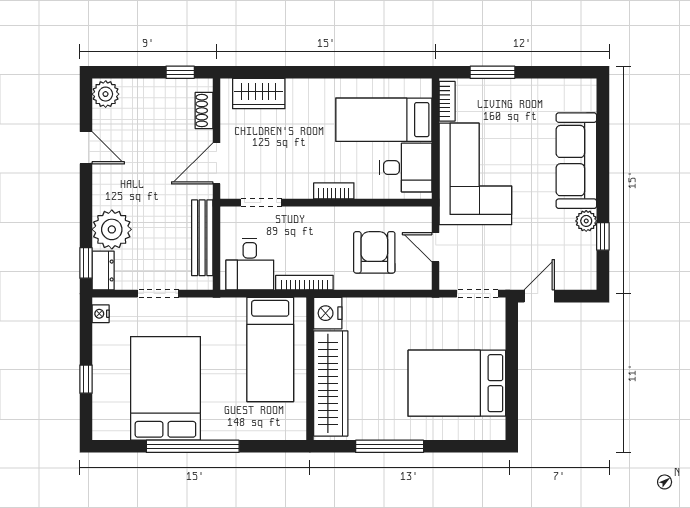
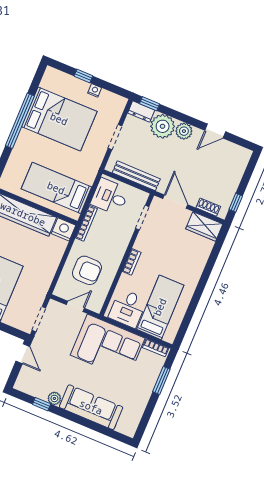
plant: (106, 94) -> (184, 131), moved
wardrobe: (259, 94) -> (204, 226), moved, turned -90
nightstand: (101, 314) -> (95, 90), moved

